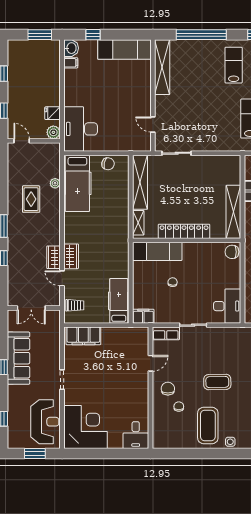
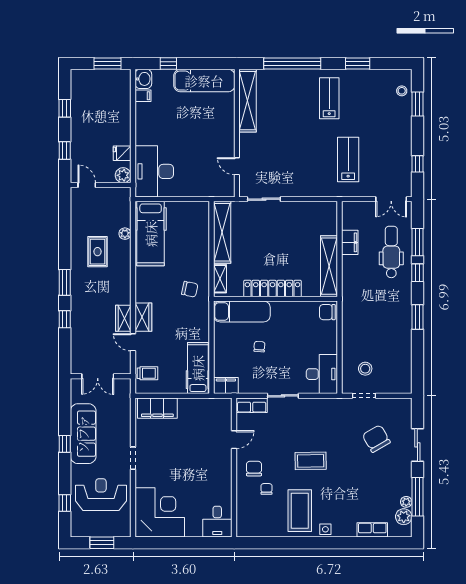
chair: (108, 164) -> (190, 289), moved
reception desk: (45, 422) -> (101, 495), moved, turned -90

